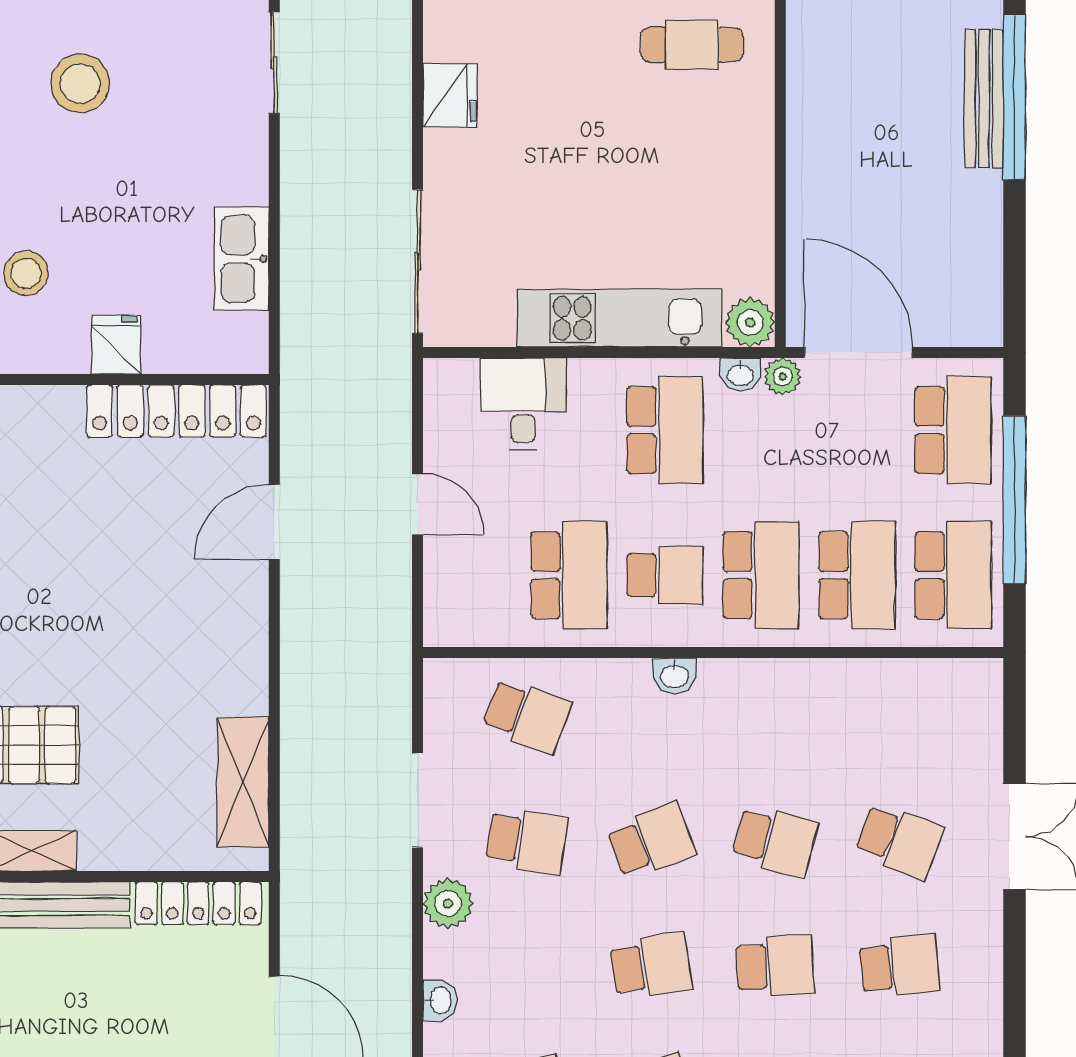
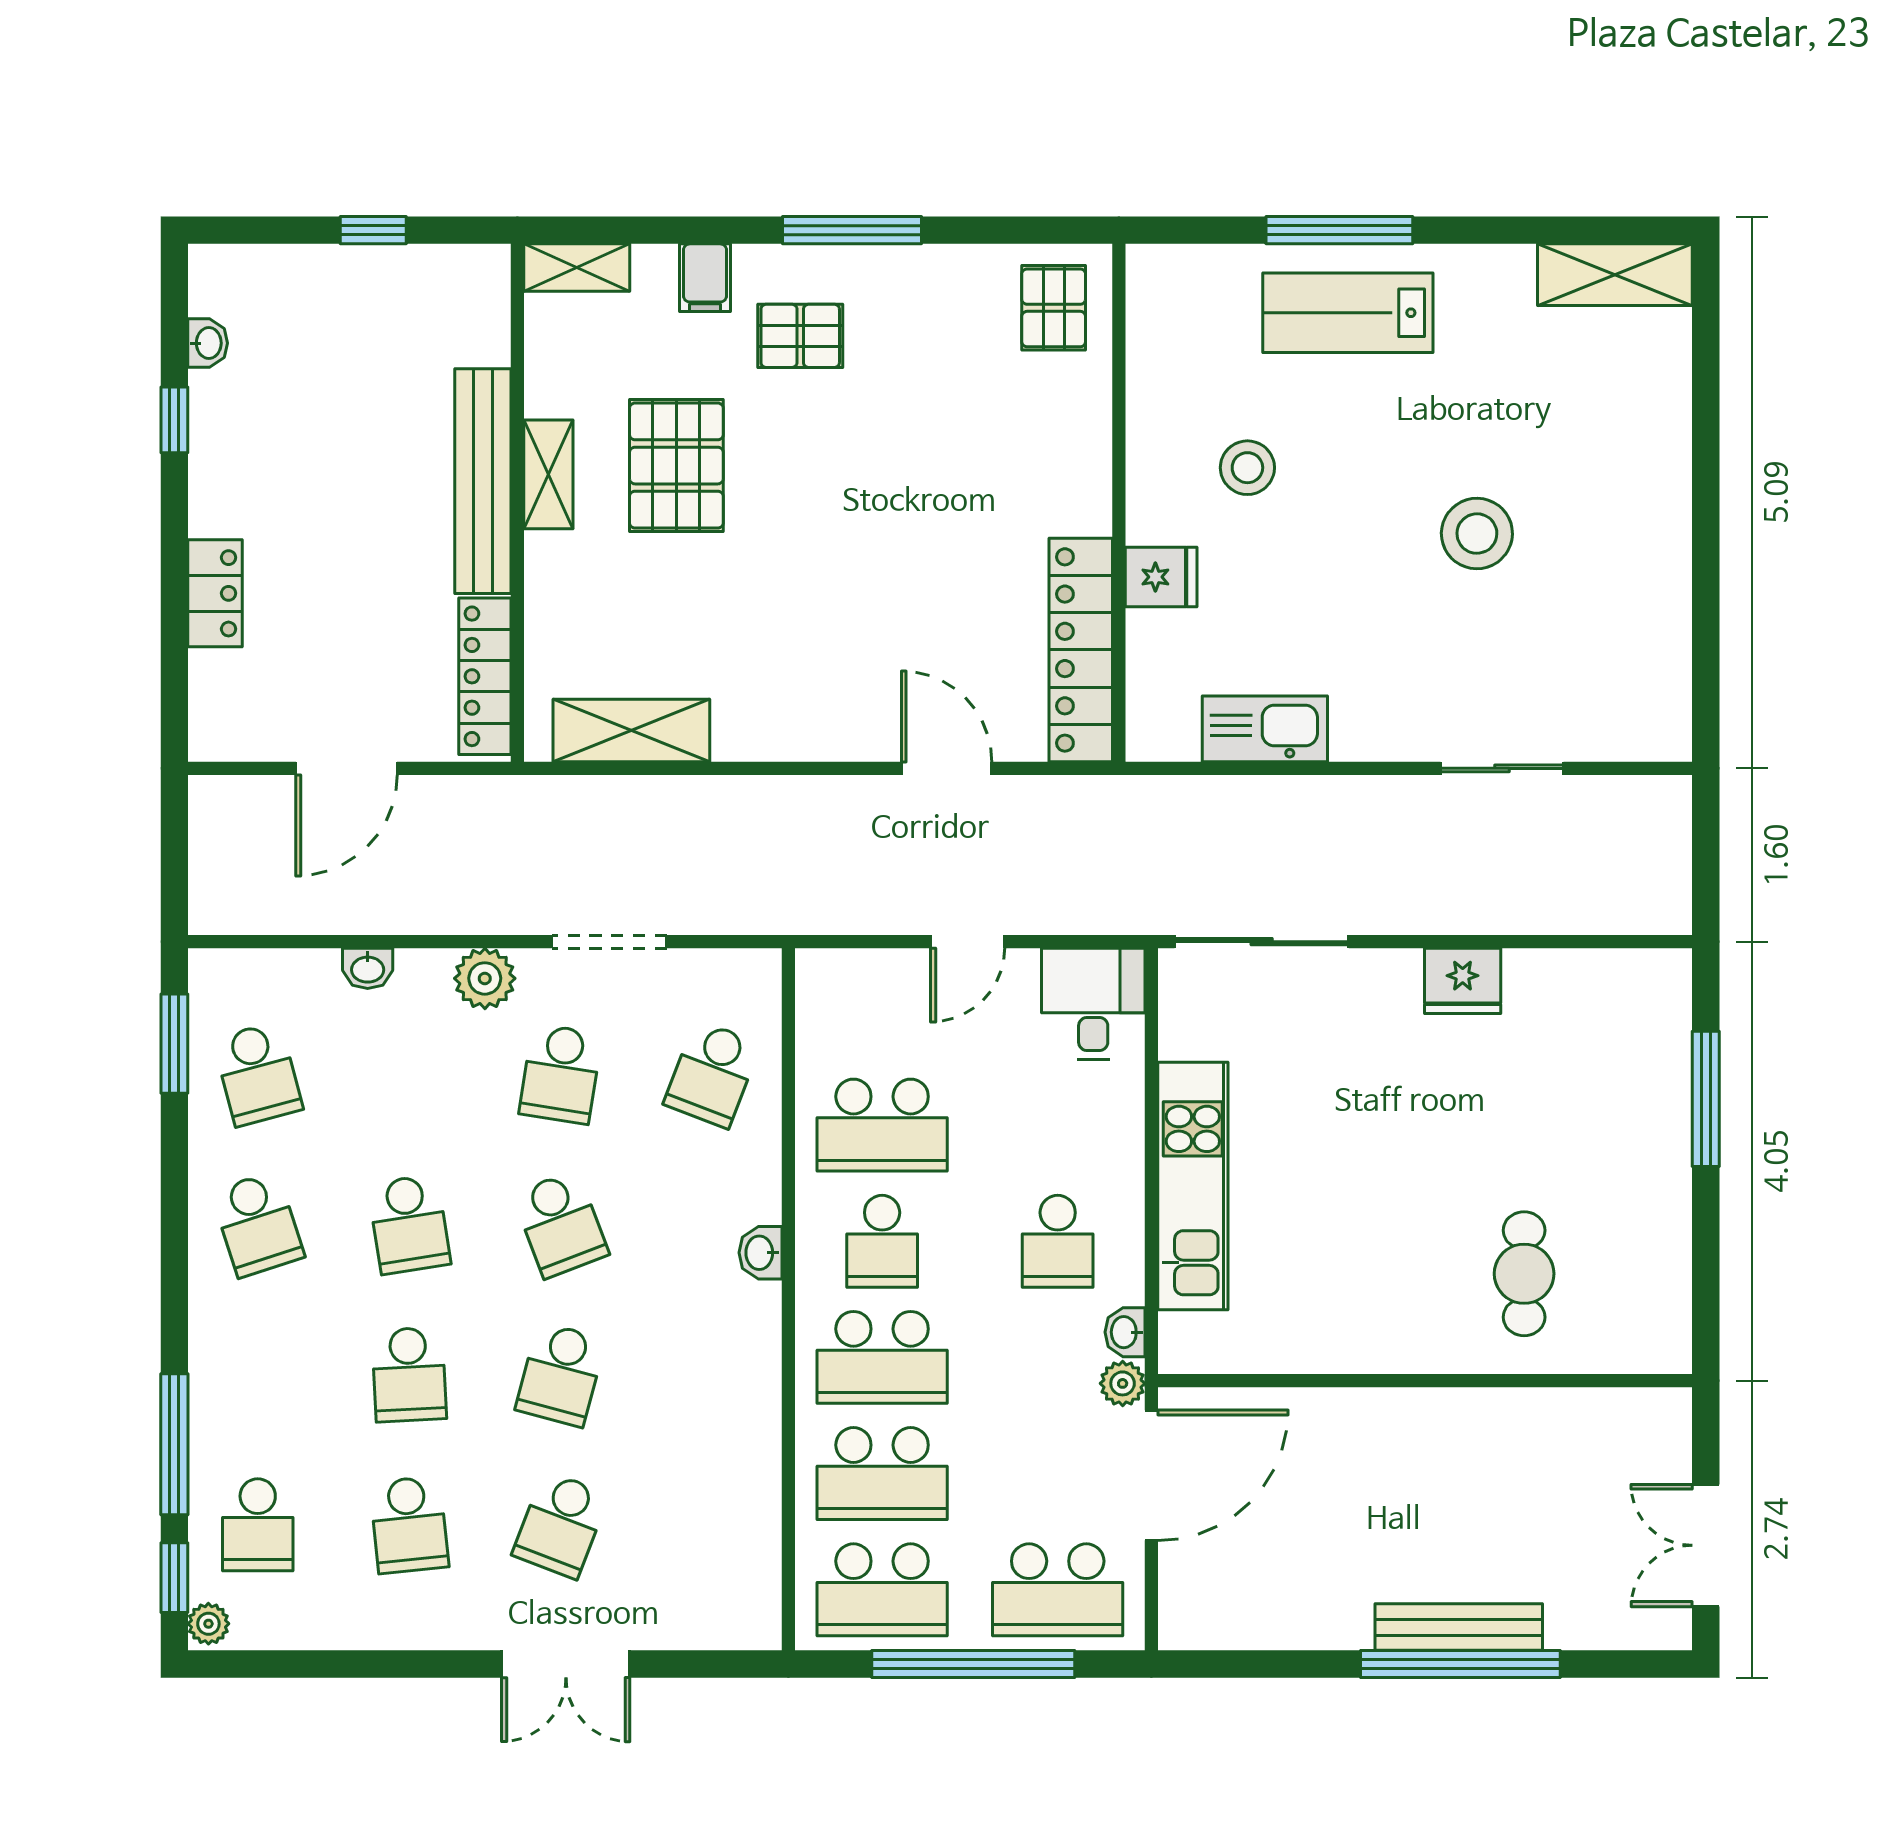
plant: (750, 322) -> (1188, 1344), removed
desk: (523, 404) -> (1093, 1004), moved, turned -90
school desk: (665, 430) -> (1058, 1241), width x0.54

